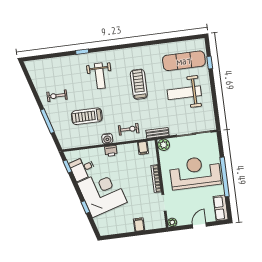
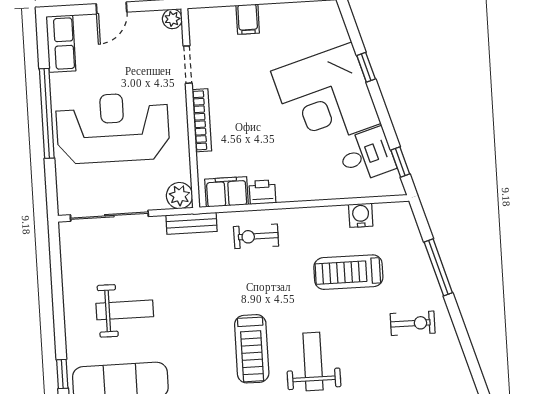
treadmill: (139, 84) -> (252, 349), moved
weight bench: (184, 93) -> (125, 310), width x0.73, depth x0.75
treadmill: (87, 116) -> (348, 272), turned 180
water cooler: (107, 139) -> (361, 215), moved
filing cabinet: (143, 148) -> (227, 192), width x2.00
printer: (111, 151) -> (262, 192), moved
reception desk: (195, 173) -> (113, 128), turned 180

